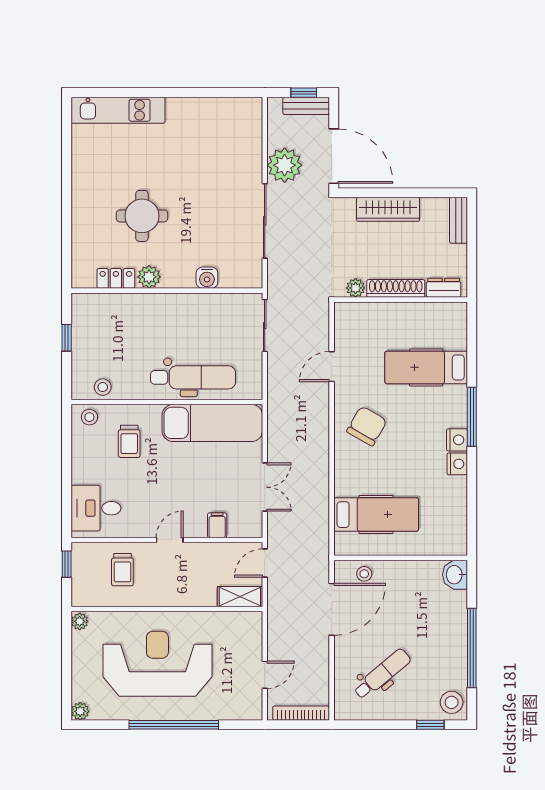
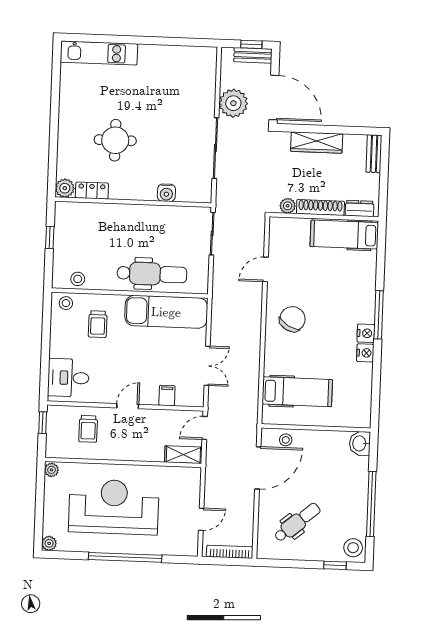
plant: (149, 277) -> (65, 188), moved
hospital bed: (426, 367) -> (344, 235), moved

